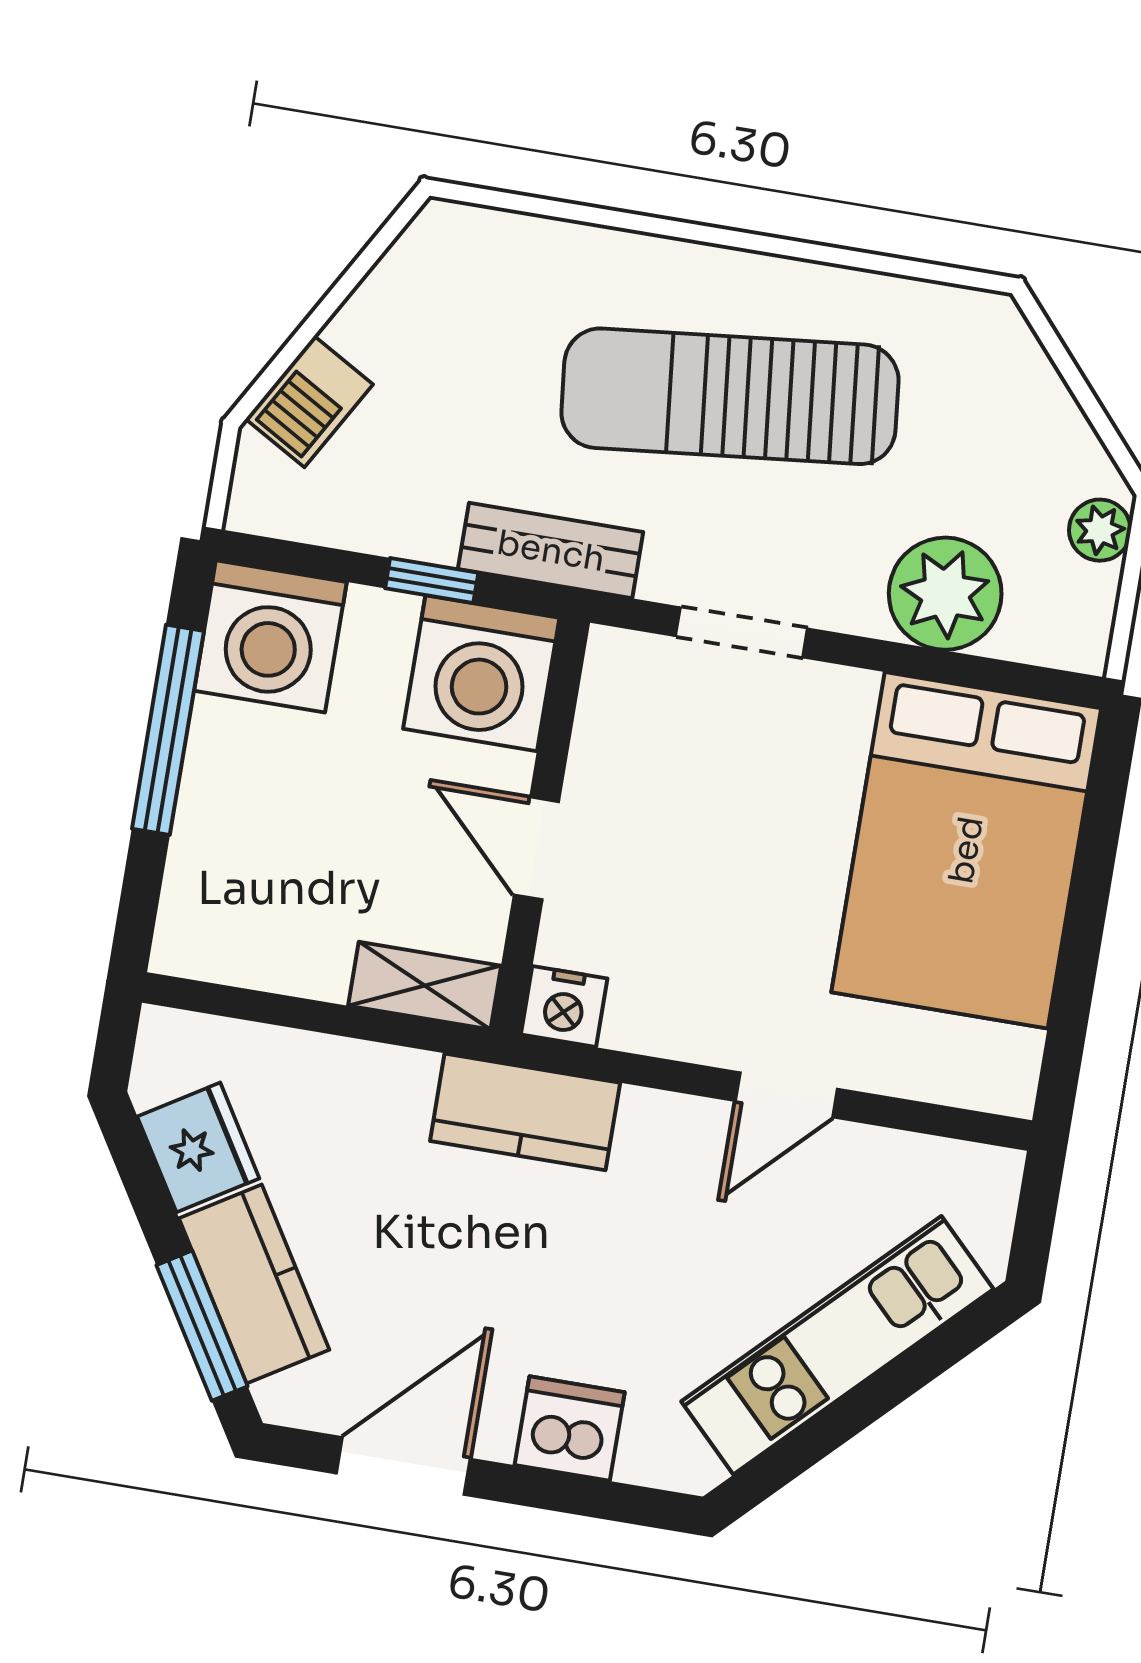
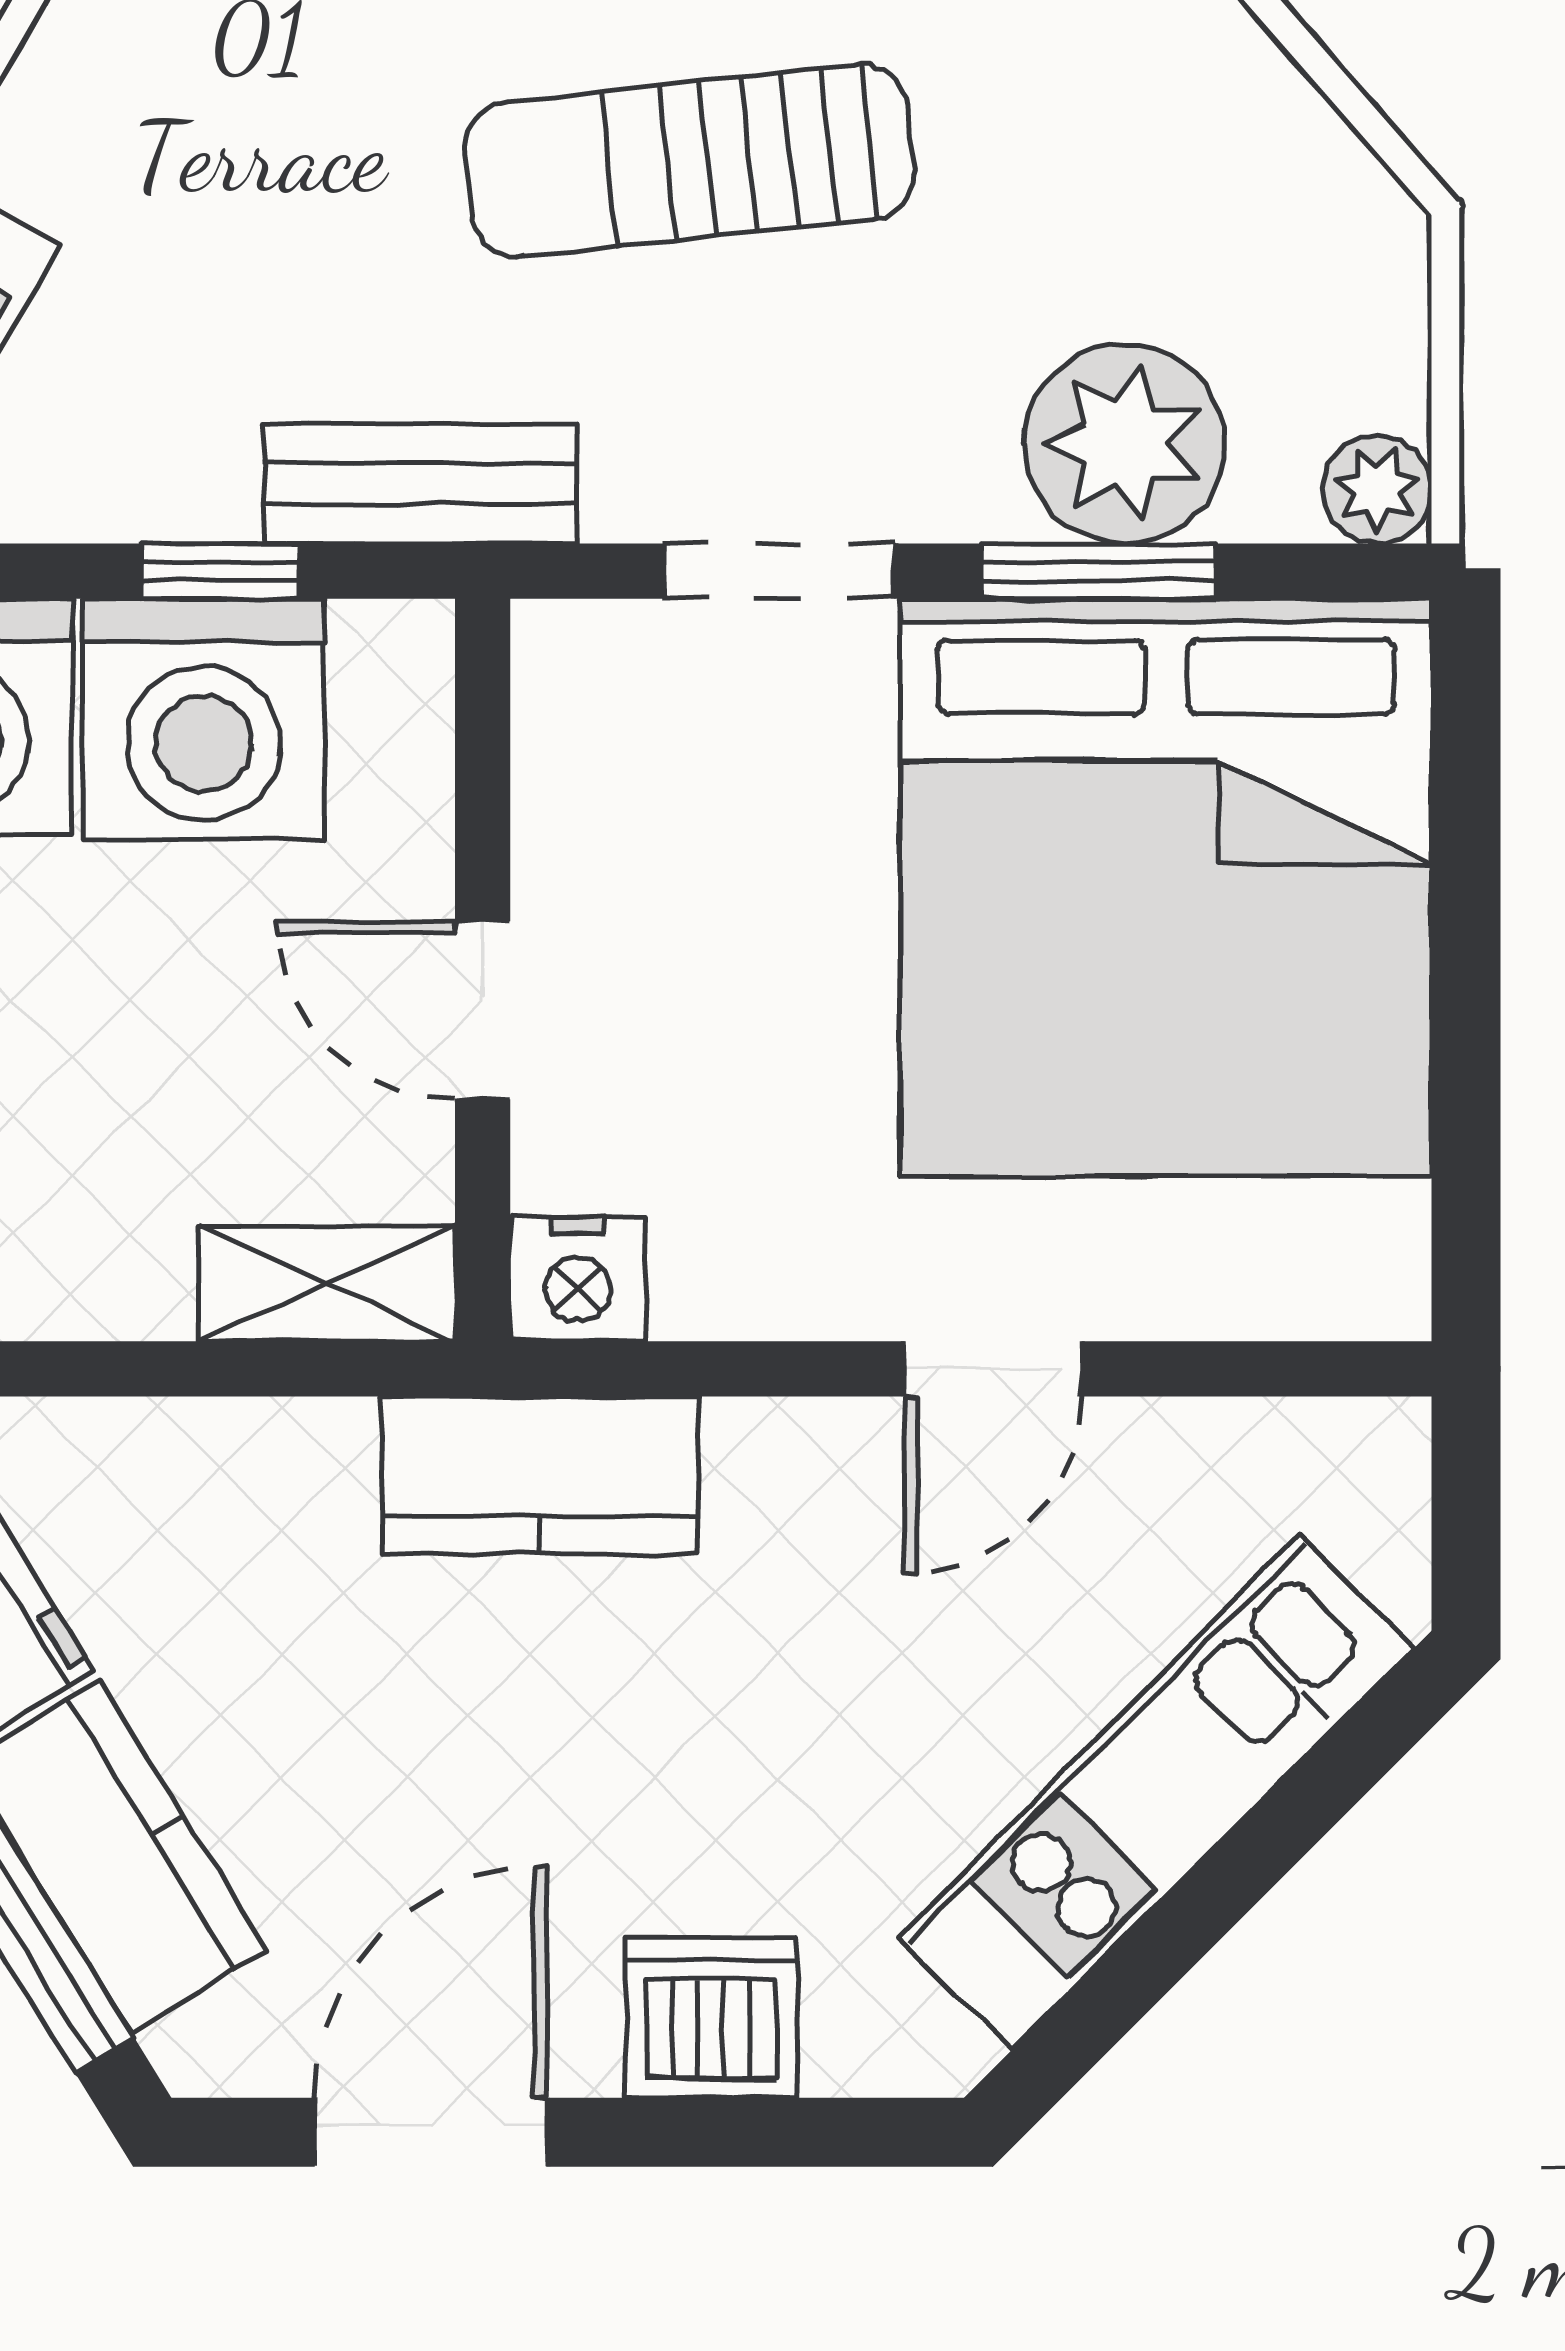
sun lounger: (730, 396) -> (689, 161), width x0.73, depth x0.75
plant: (1100, 530) -> (1377, 489), moved
window: (919, 662) -> (1099, 571), added
washing machine: (481, 673) -> (203, 719), moved
bed: (966, 850) -> (1166, 887), width x1.36

